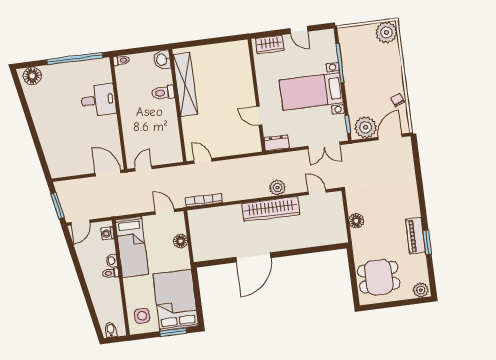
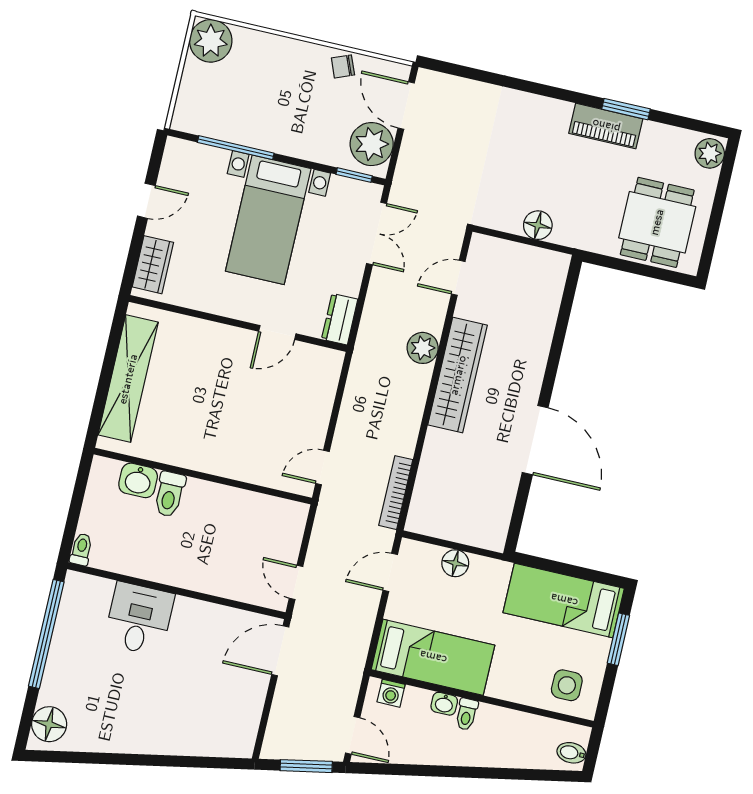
washbasin: (162, 60) -> (138, 480), moved
shelving: (185, 84) -> (128, 379), moved, turned 90
bed: (176, 300) -> (564, 600), width x0.67

